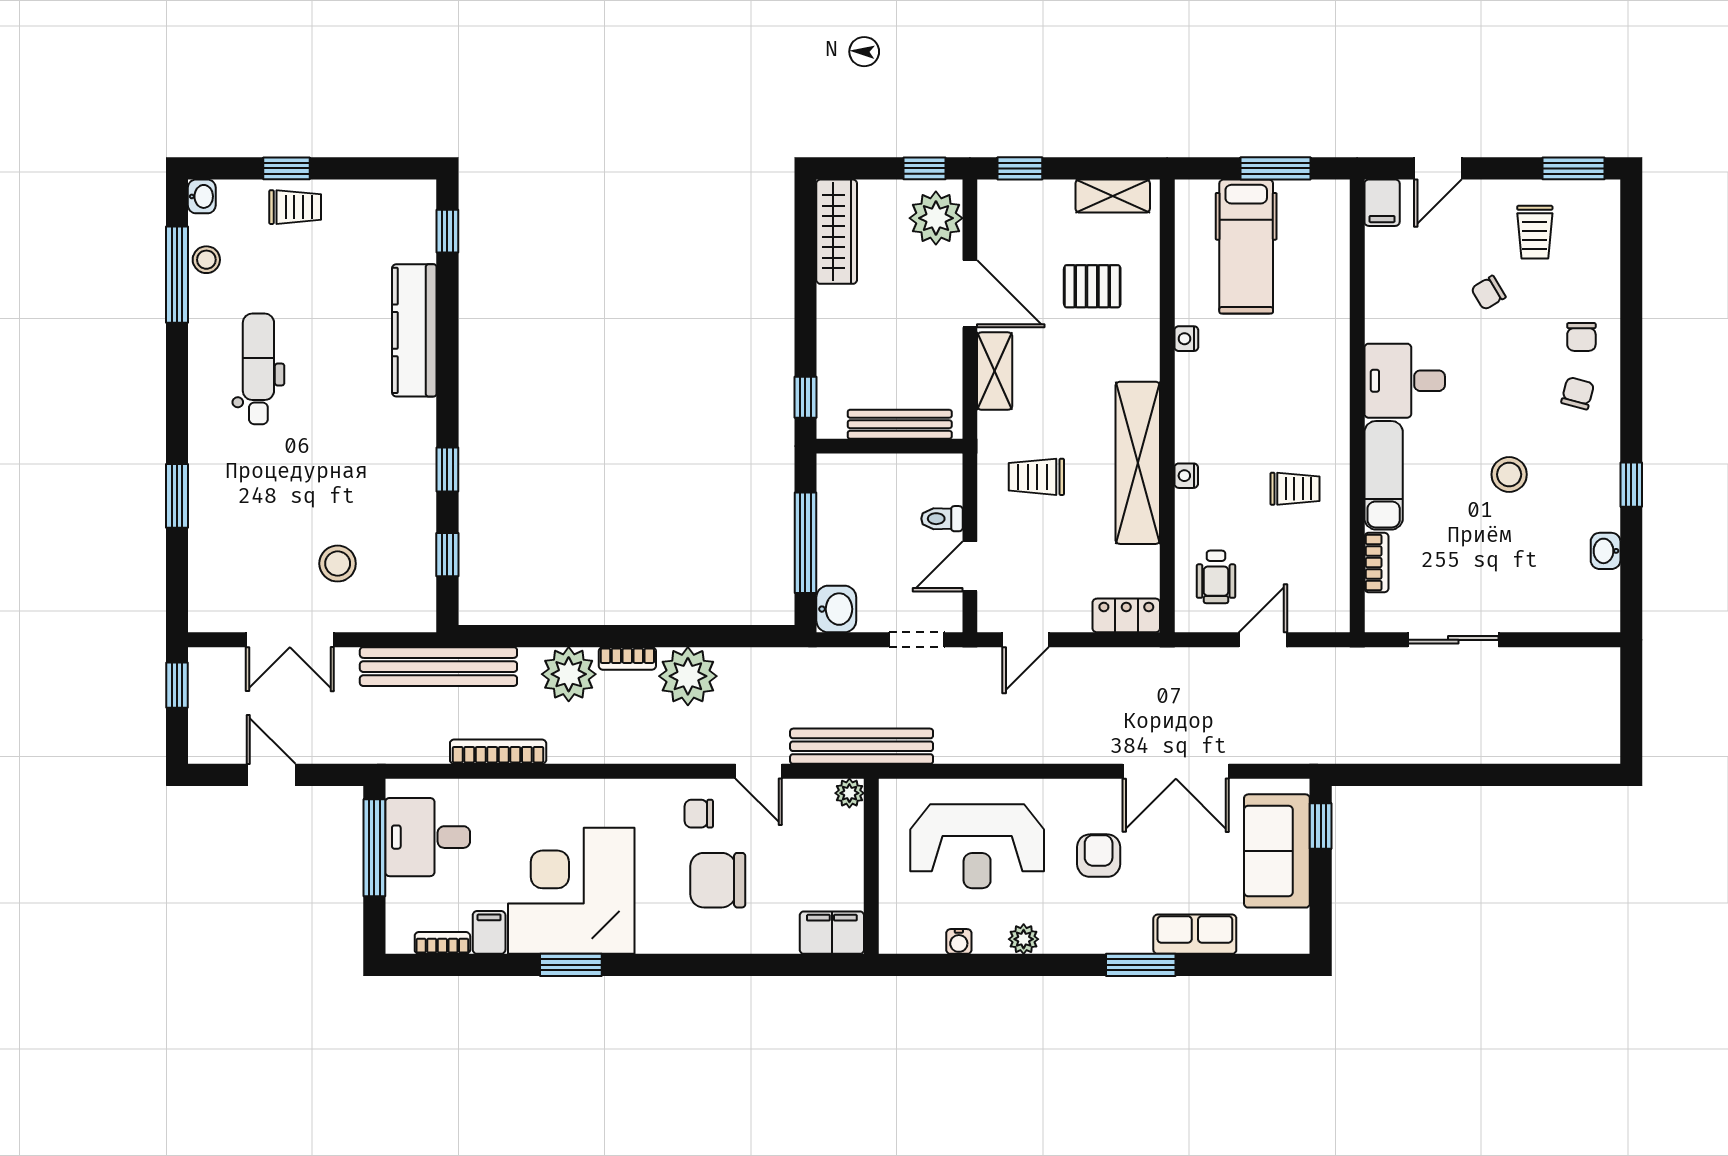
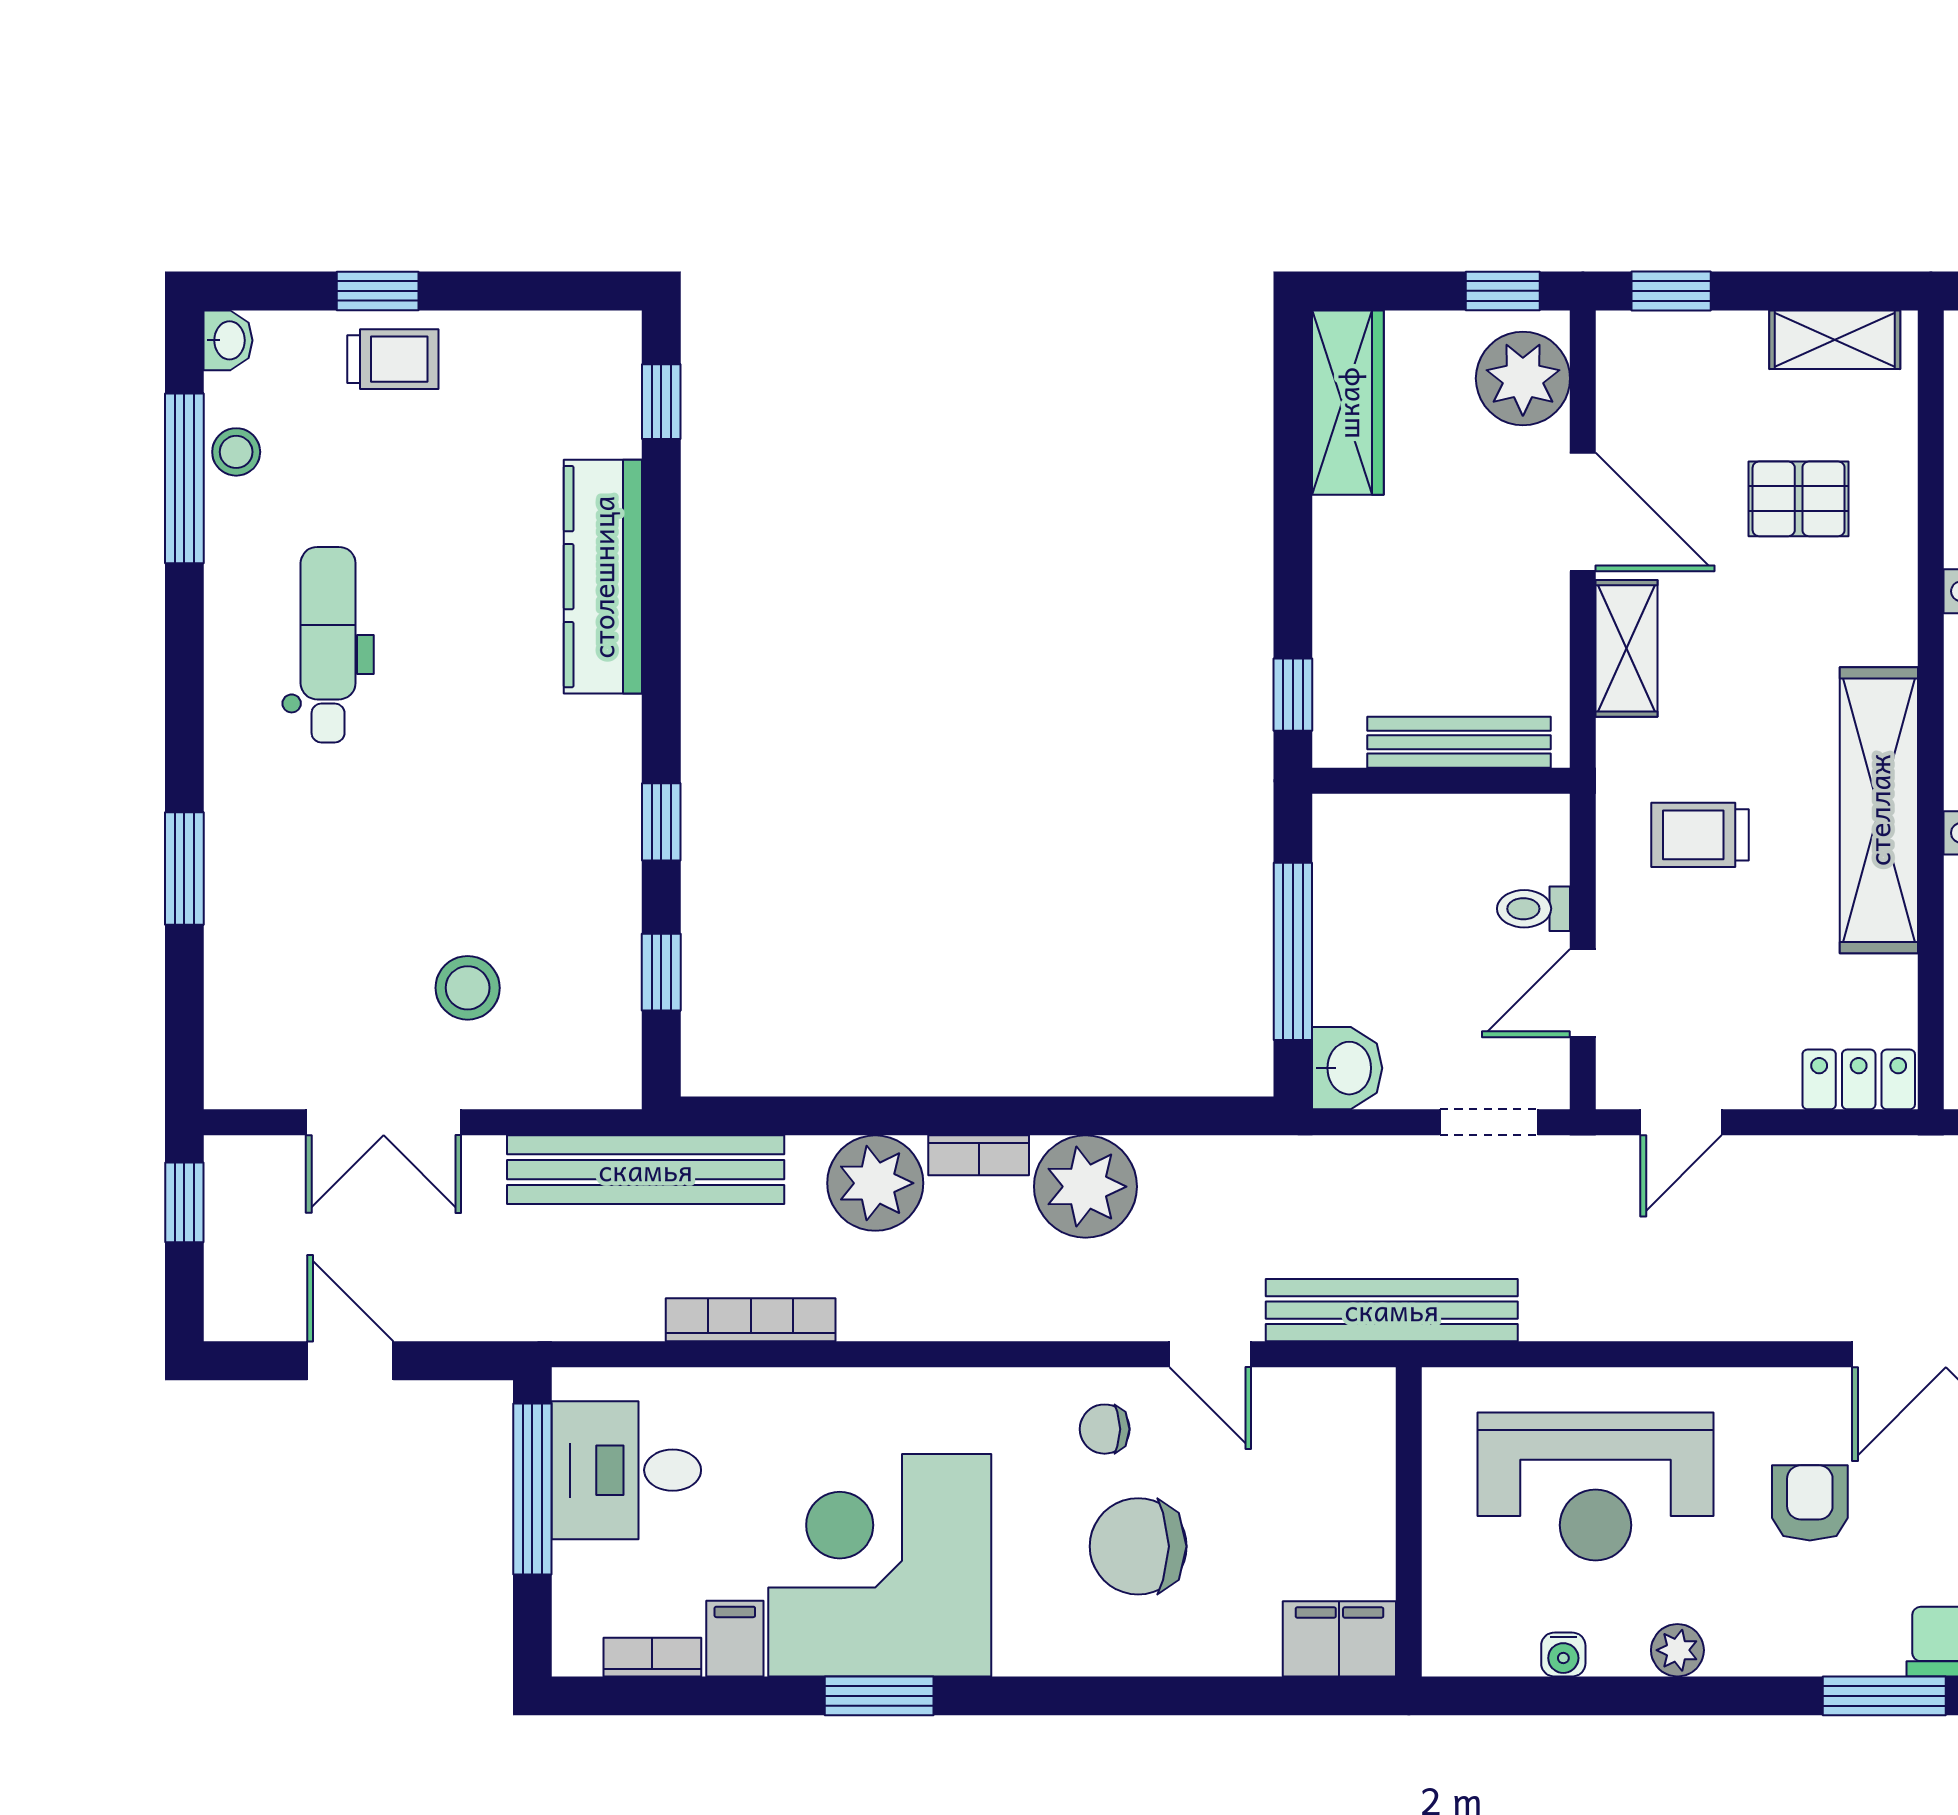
plant: (849, 793) -> (1370, 1393), removed

